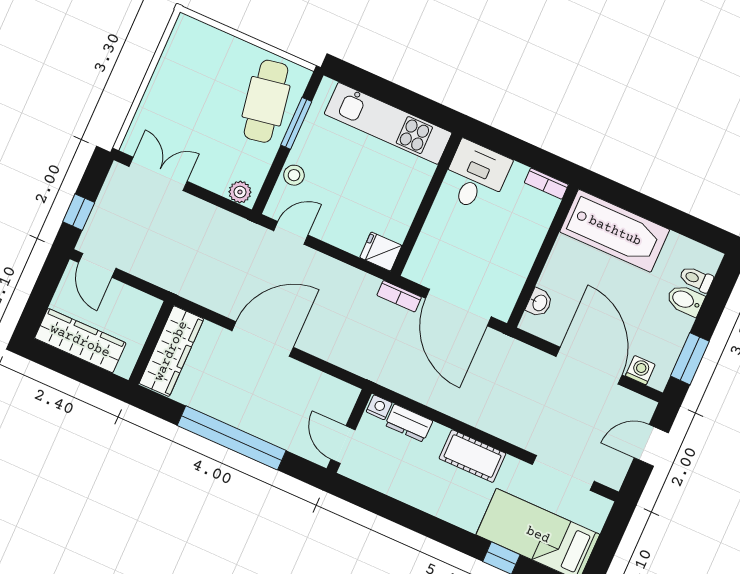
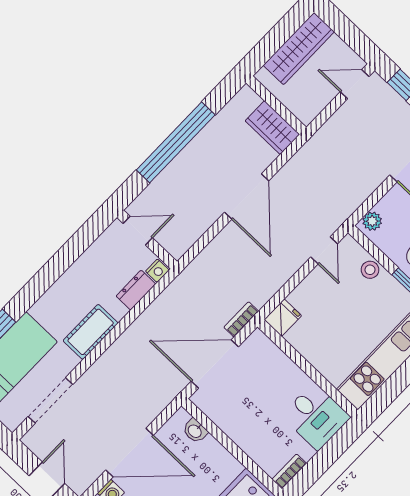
wardrobe: (171, 351) -> (272, 128), width x0.67

